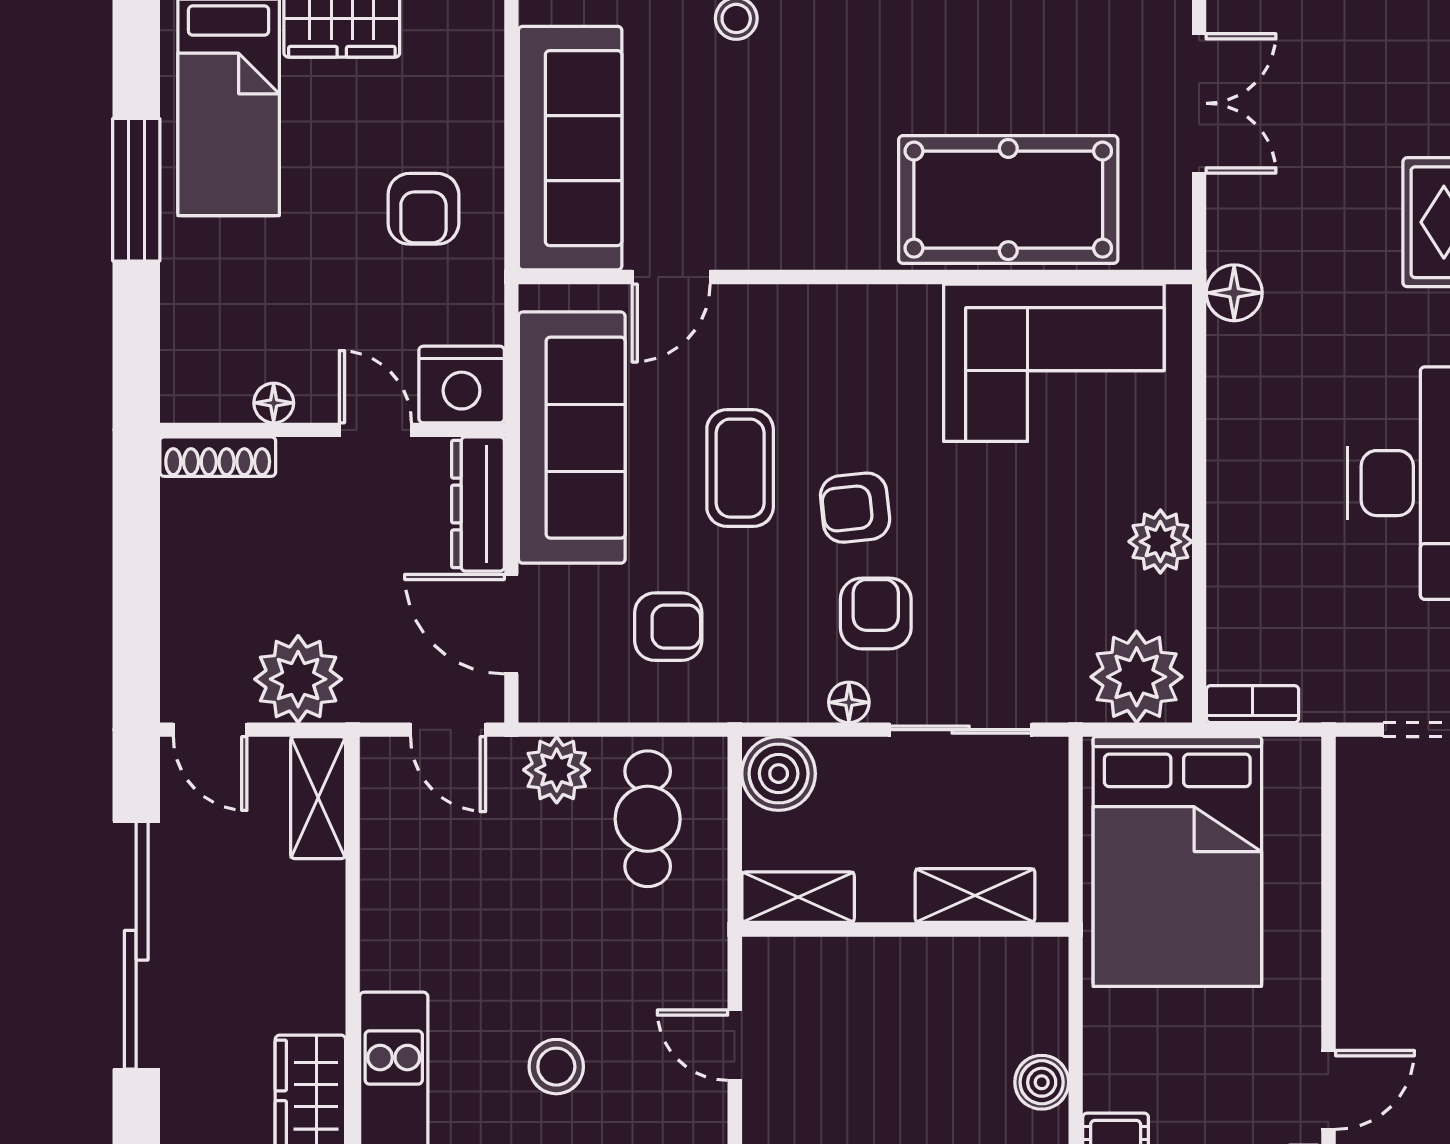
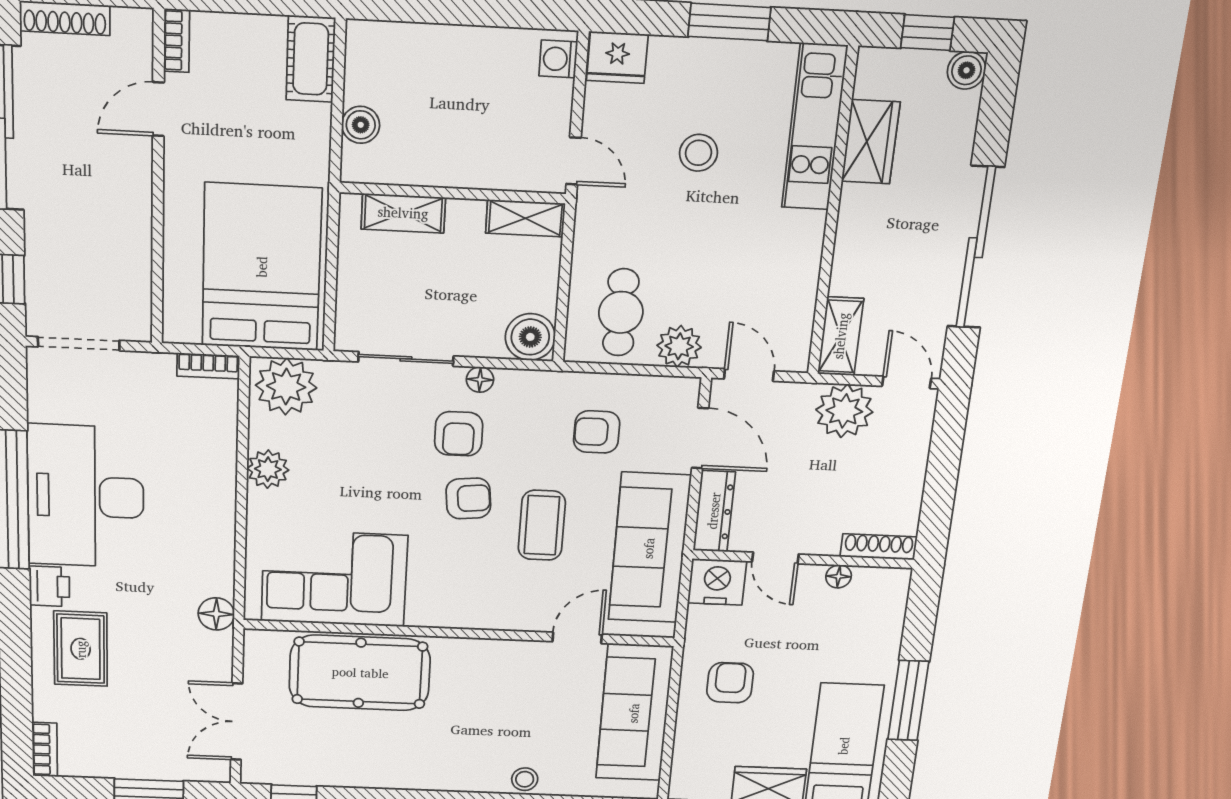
shelving: (975, 896) -> (403, 213), moved
shelving: (798, 897) -> (525, 218), moved
wall: (905, 930) -> (453, 193), moved

